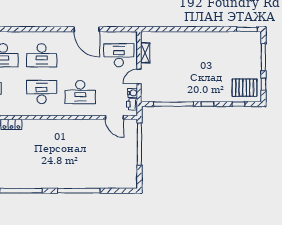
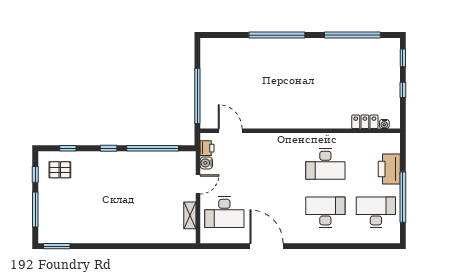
pallet: (245, 88) -> (60, 170), width x0.67, depth x0.71
desk: (80, 92) -> (275, 164), removed

